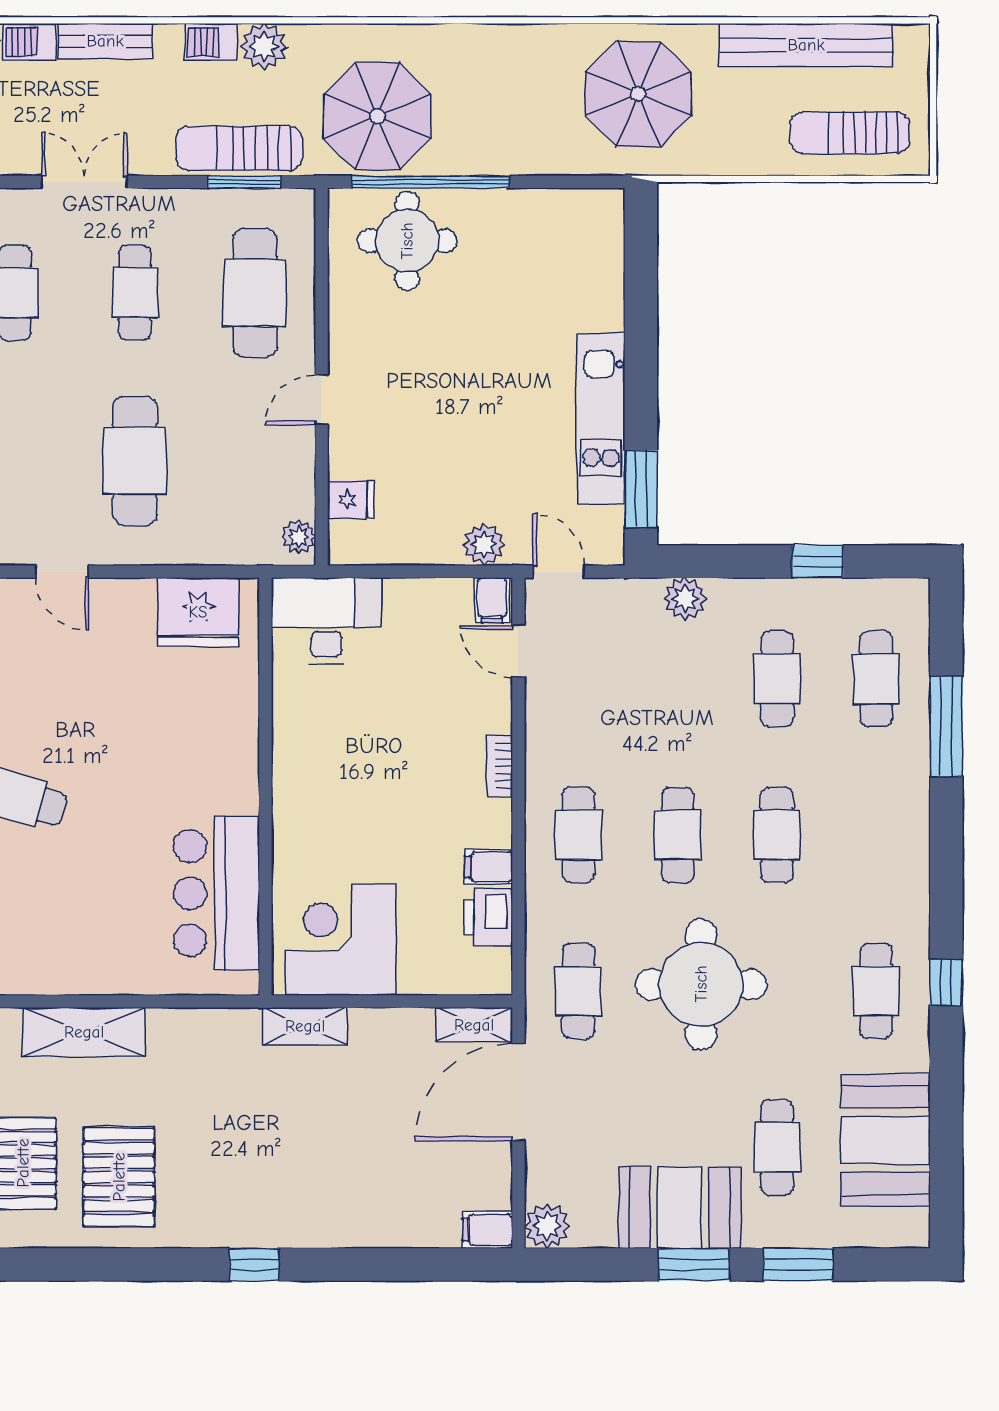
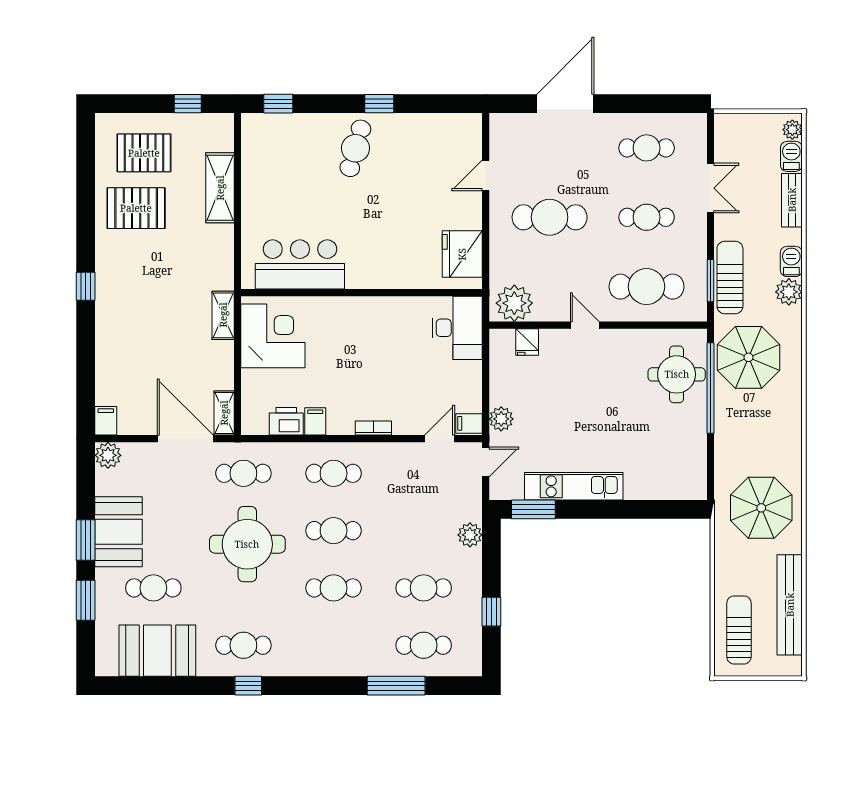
plant: (299, 537) -> (514, 303), width x1.88, depth x1.88

